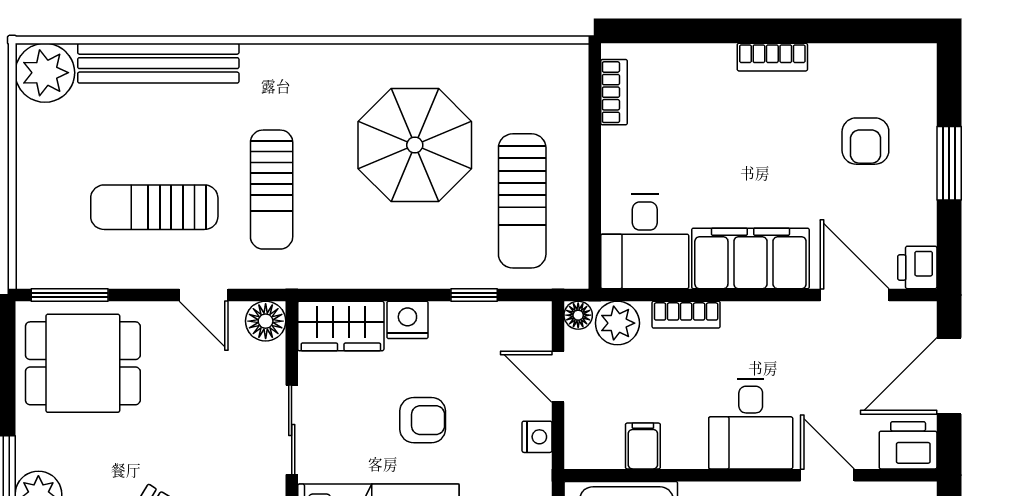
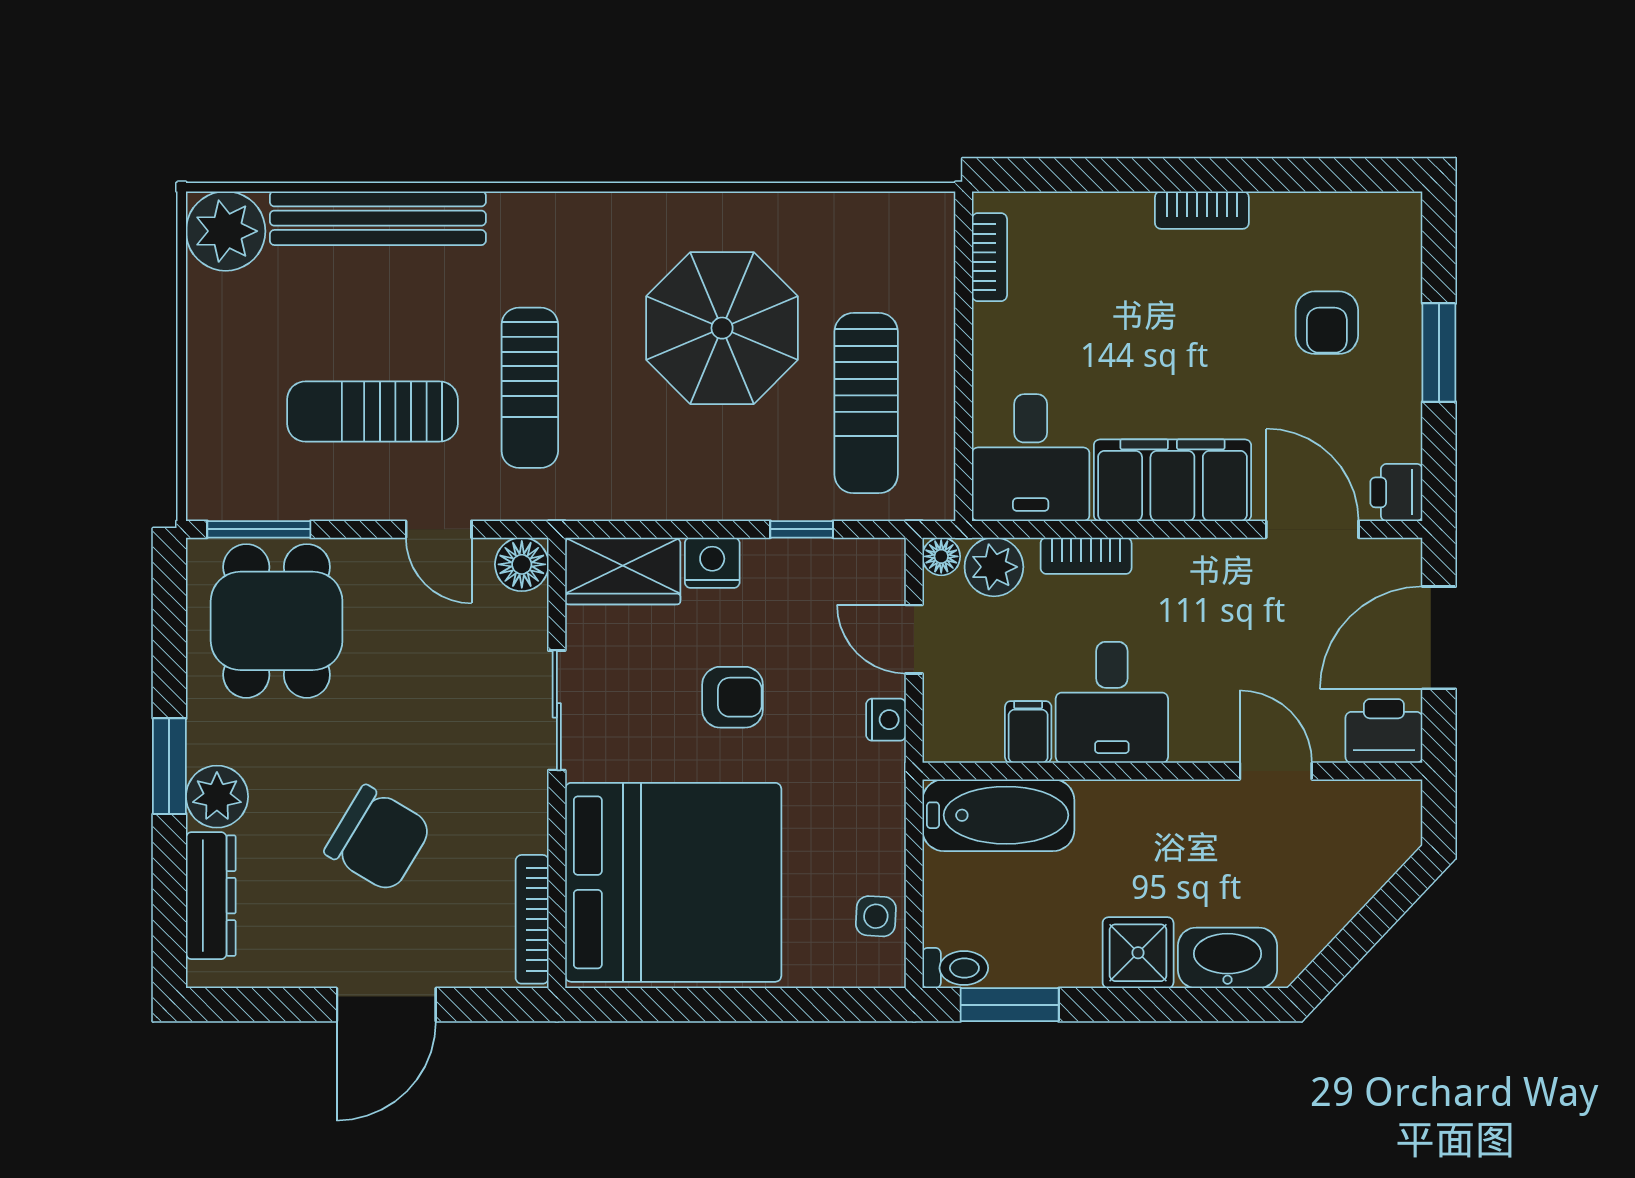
dining table: (83, 363) -> (277, 621), turned 90
desk: (751, 424) -> (1112, 702), moved

